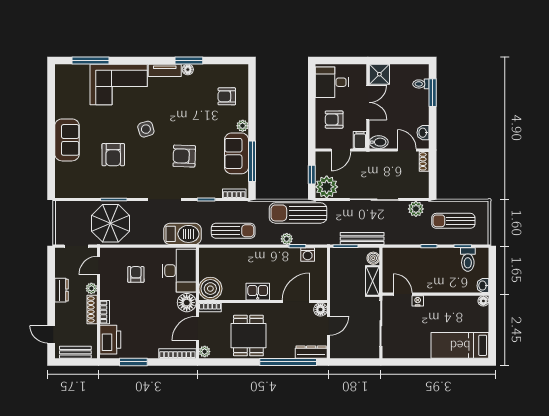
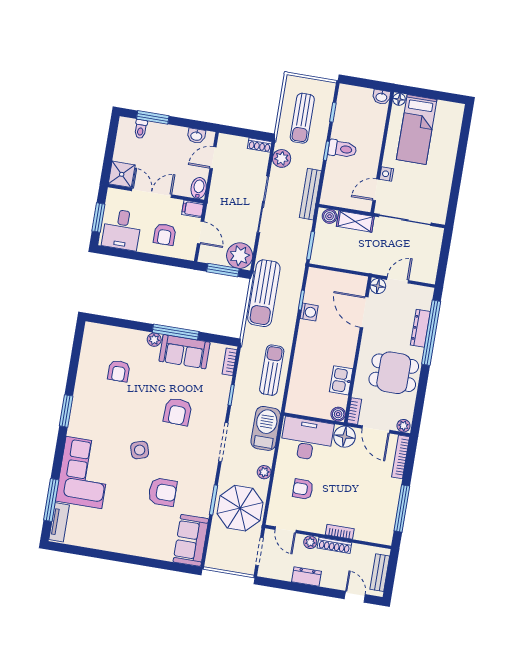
window: (189, 60) -> (66, 411), moved
window: (339, 60) -> (98, 218), added
tv unit: (165, 70) -> (59, 522), moved
floor lamp: (188, 70) -> (80, 391), removed
armchair: (227, 96) -> (119, 371), moved
sofa: (67, 140) -> (191, 540), moved, turned -90
window: (252, 161) -> (176, 332), moved
shoe rack: (424, 161) -> (260, 145), moved
window: (312, 175) -> (223, 270), width x1.50
plant: (287, 239) -> (264, 472), moved
bench: (362, 239) -> (310, 194), moved
washing machine: (308, 254) -> (309, 312), moved
toilet: (468, 259) -> (342, 149), moved
boiler: (210, 289) -> (338, 414), width x0.54, depth x0.54
kitchen sink: (258, 292) -> (341, 380), moved
door: (329, 326) -> (398, 280), hinge flipped
door: (51, 334) -> (355, 597), swing flipped
printer: (110, 340) -> (372, 530), removed
bed: (460, 345) -> (417, 130), moved
dresser: (311, 352) -> (420, 328), moved
window: (133, 362) -> (402, 508), width x1.44

